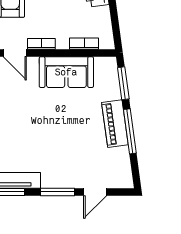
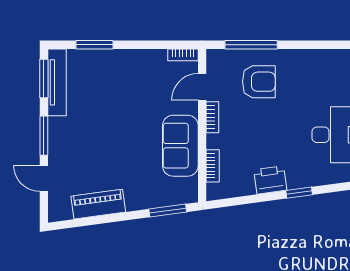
piano: (115, 124) -> (98, 204), moved
window: (130, 131) -> (113, 218), removed

